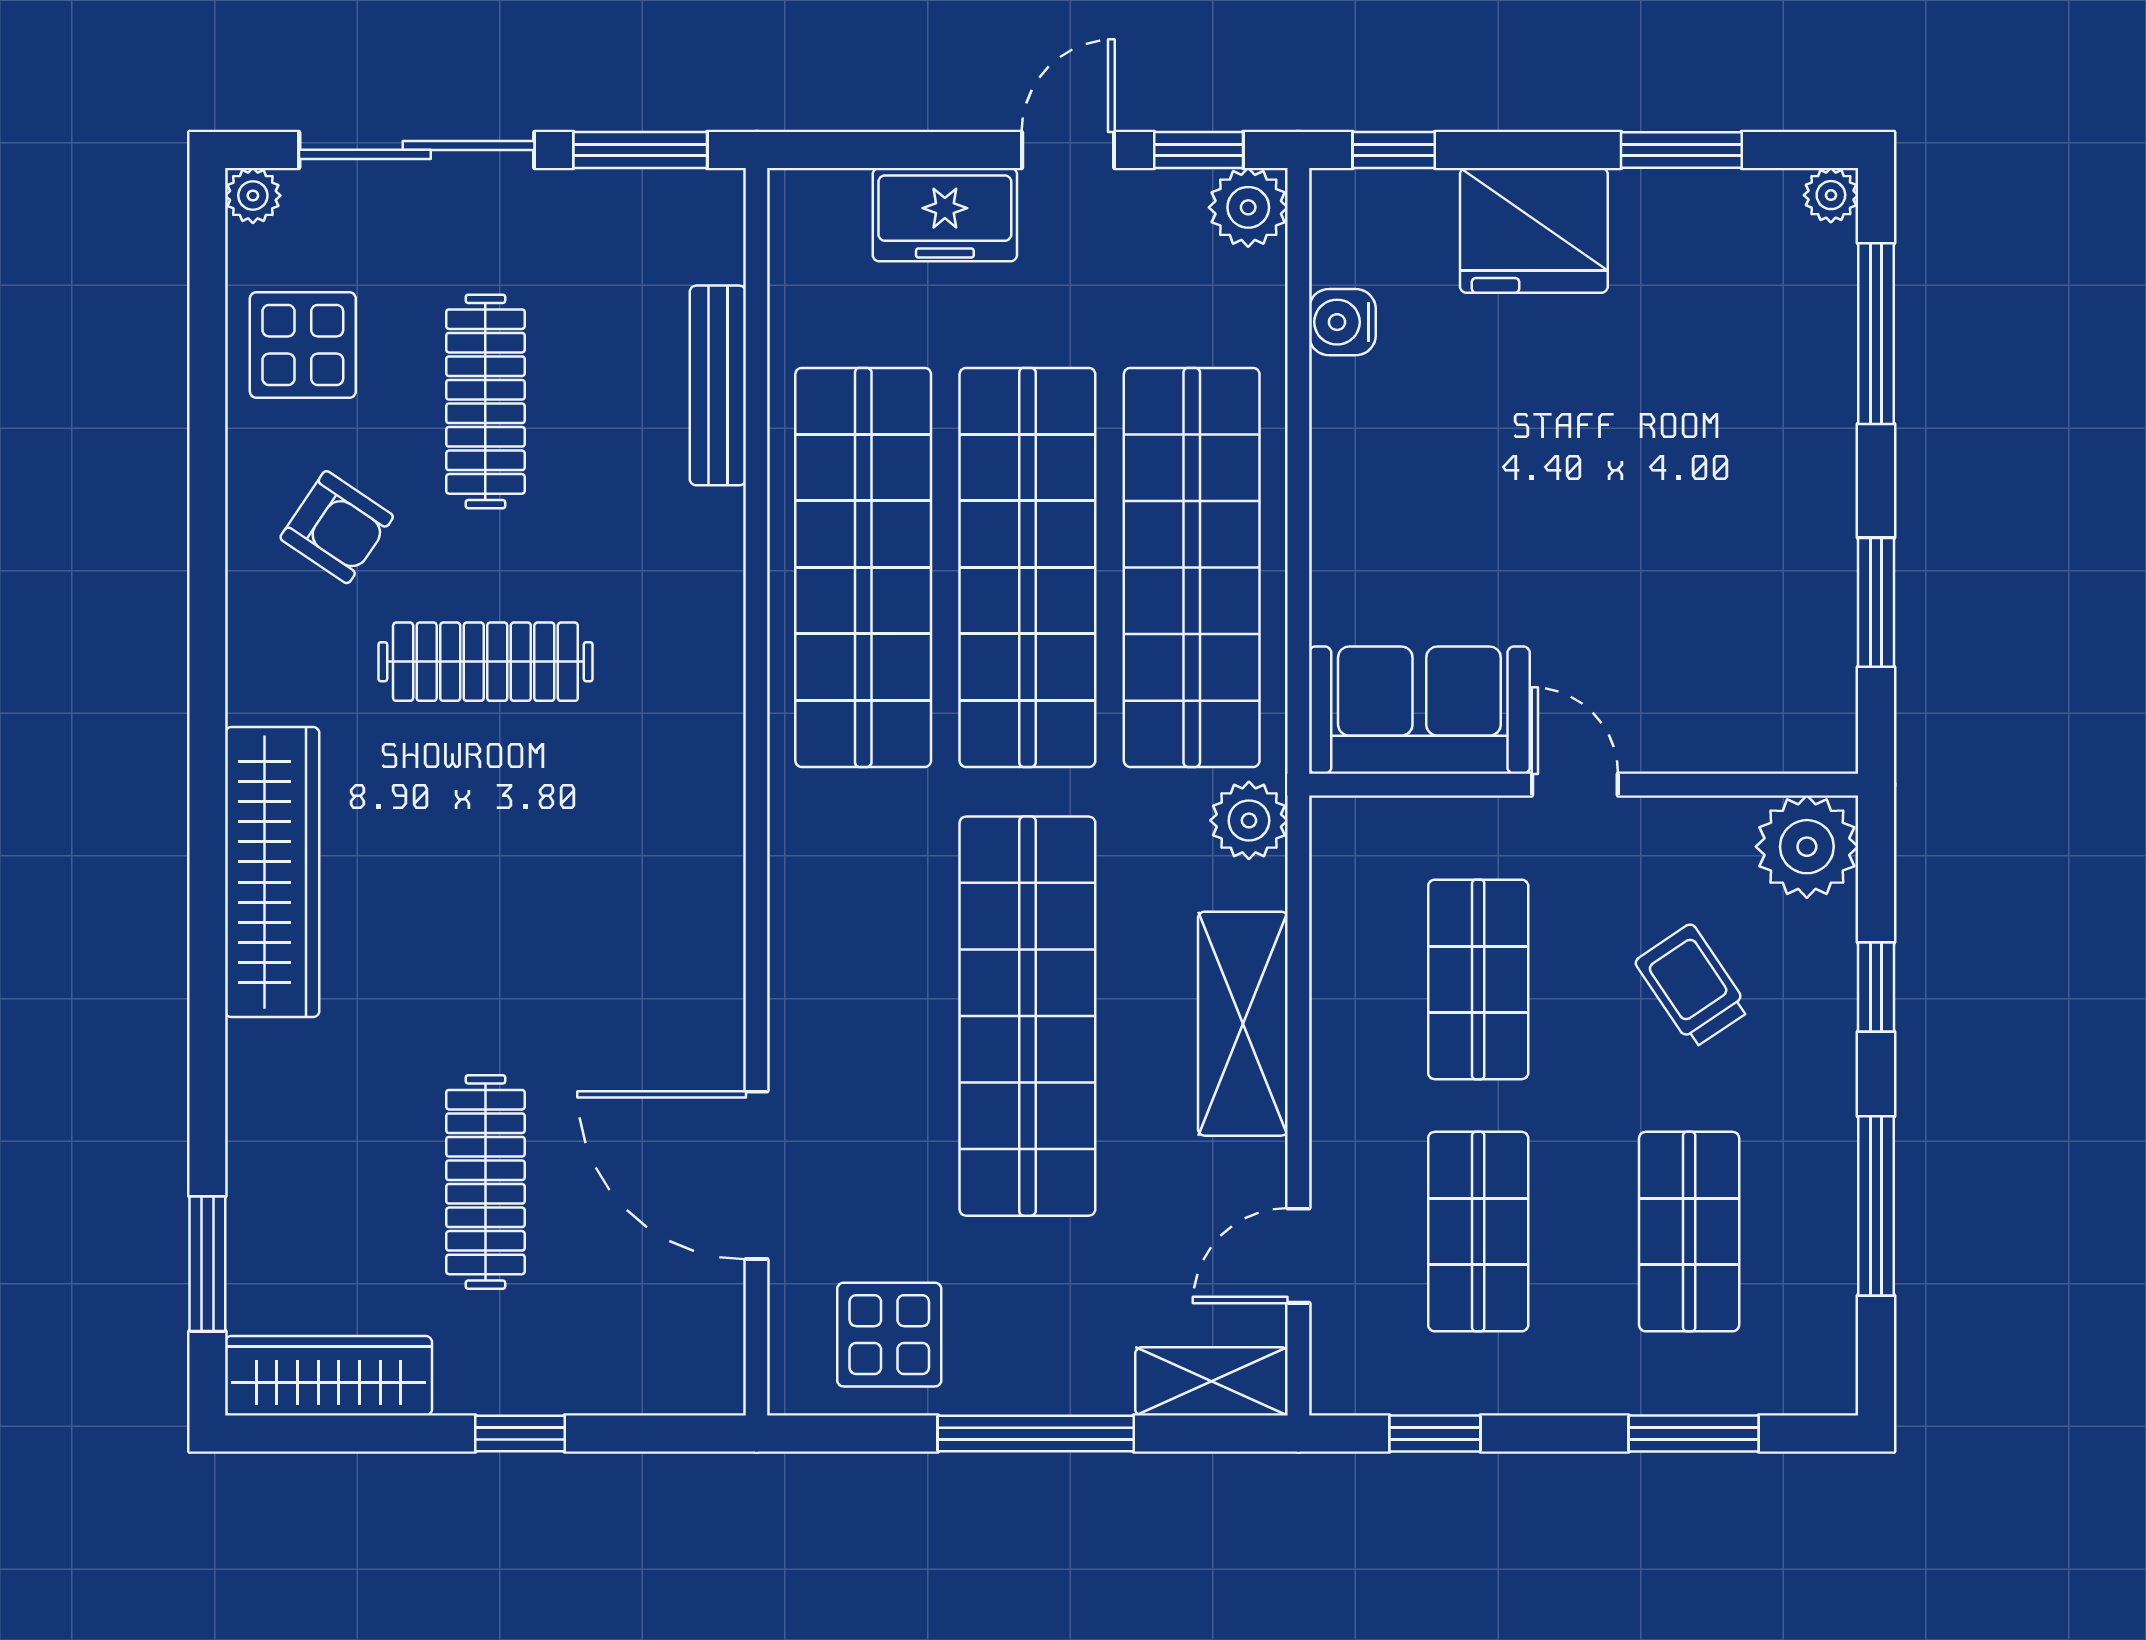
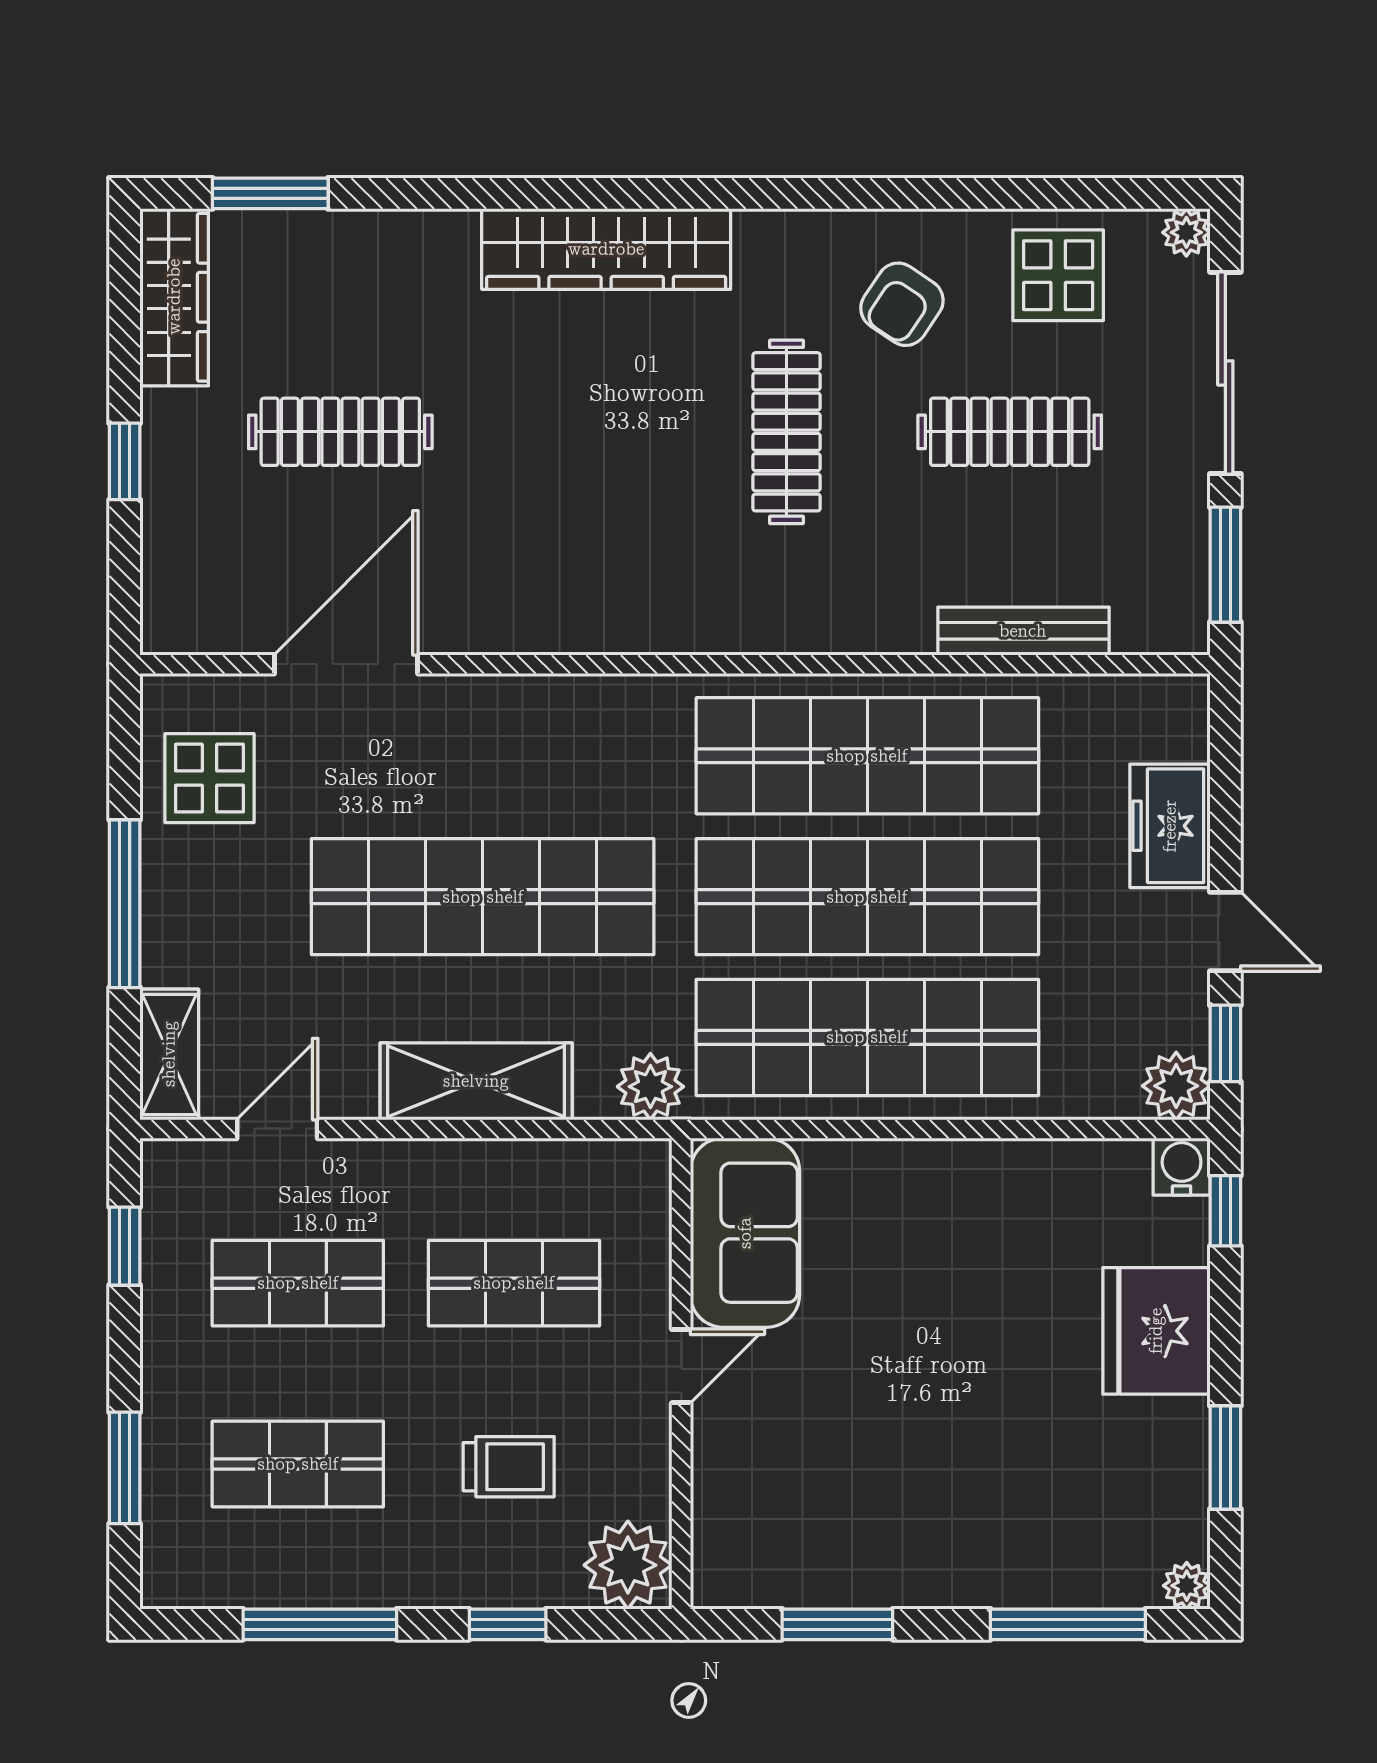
water cooler: (1342, 322) -> (1182, 1167), moved
trolley: (1692, 986) -> (509, 1467), turned 34
door: (1298, 1256) -> (277, 1129), hinge flipped

